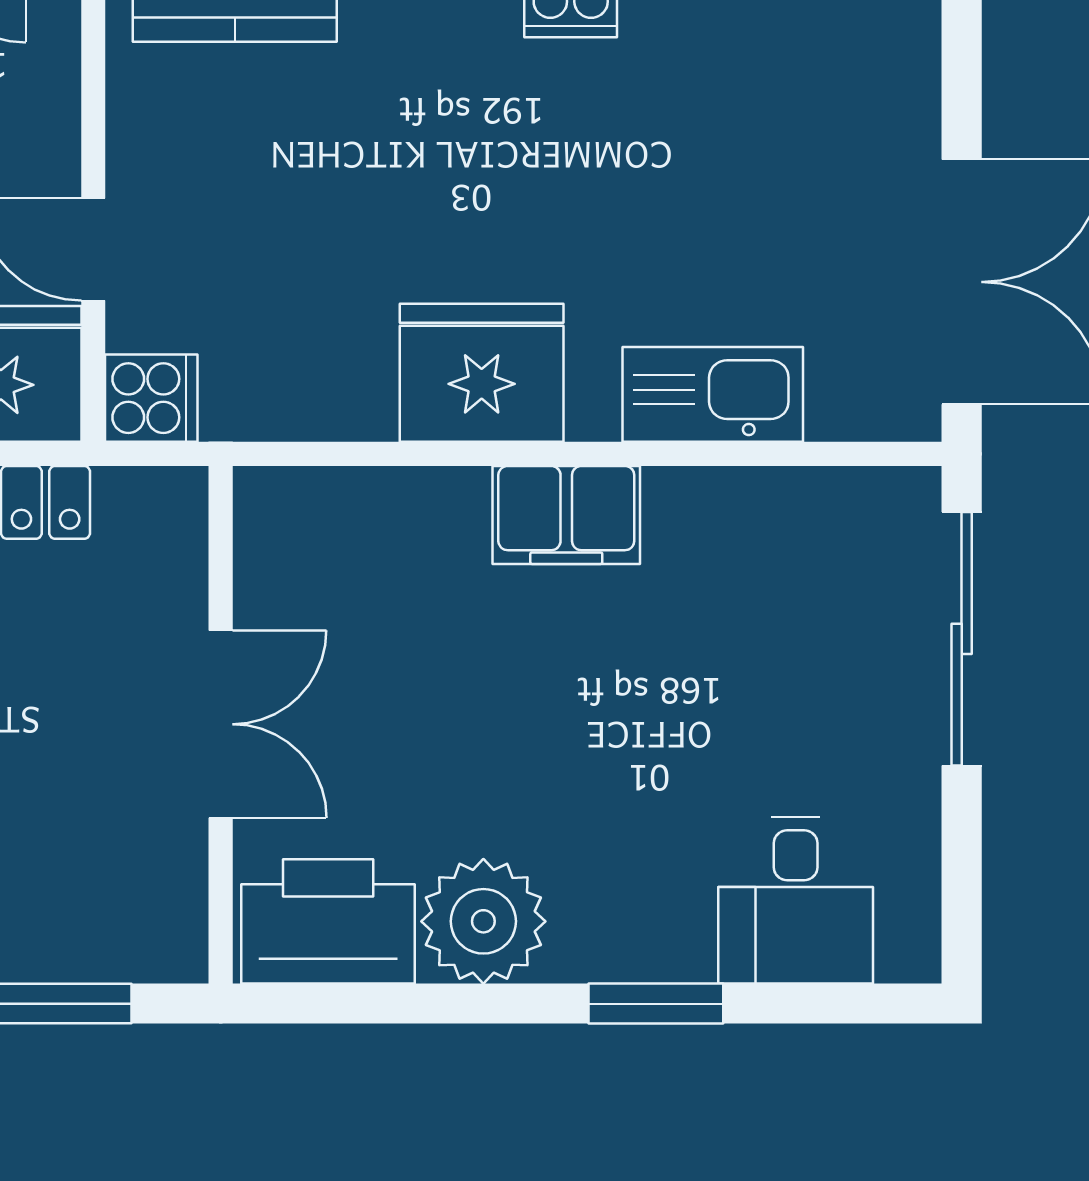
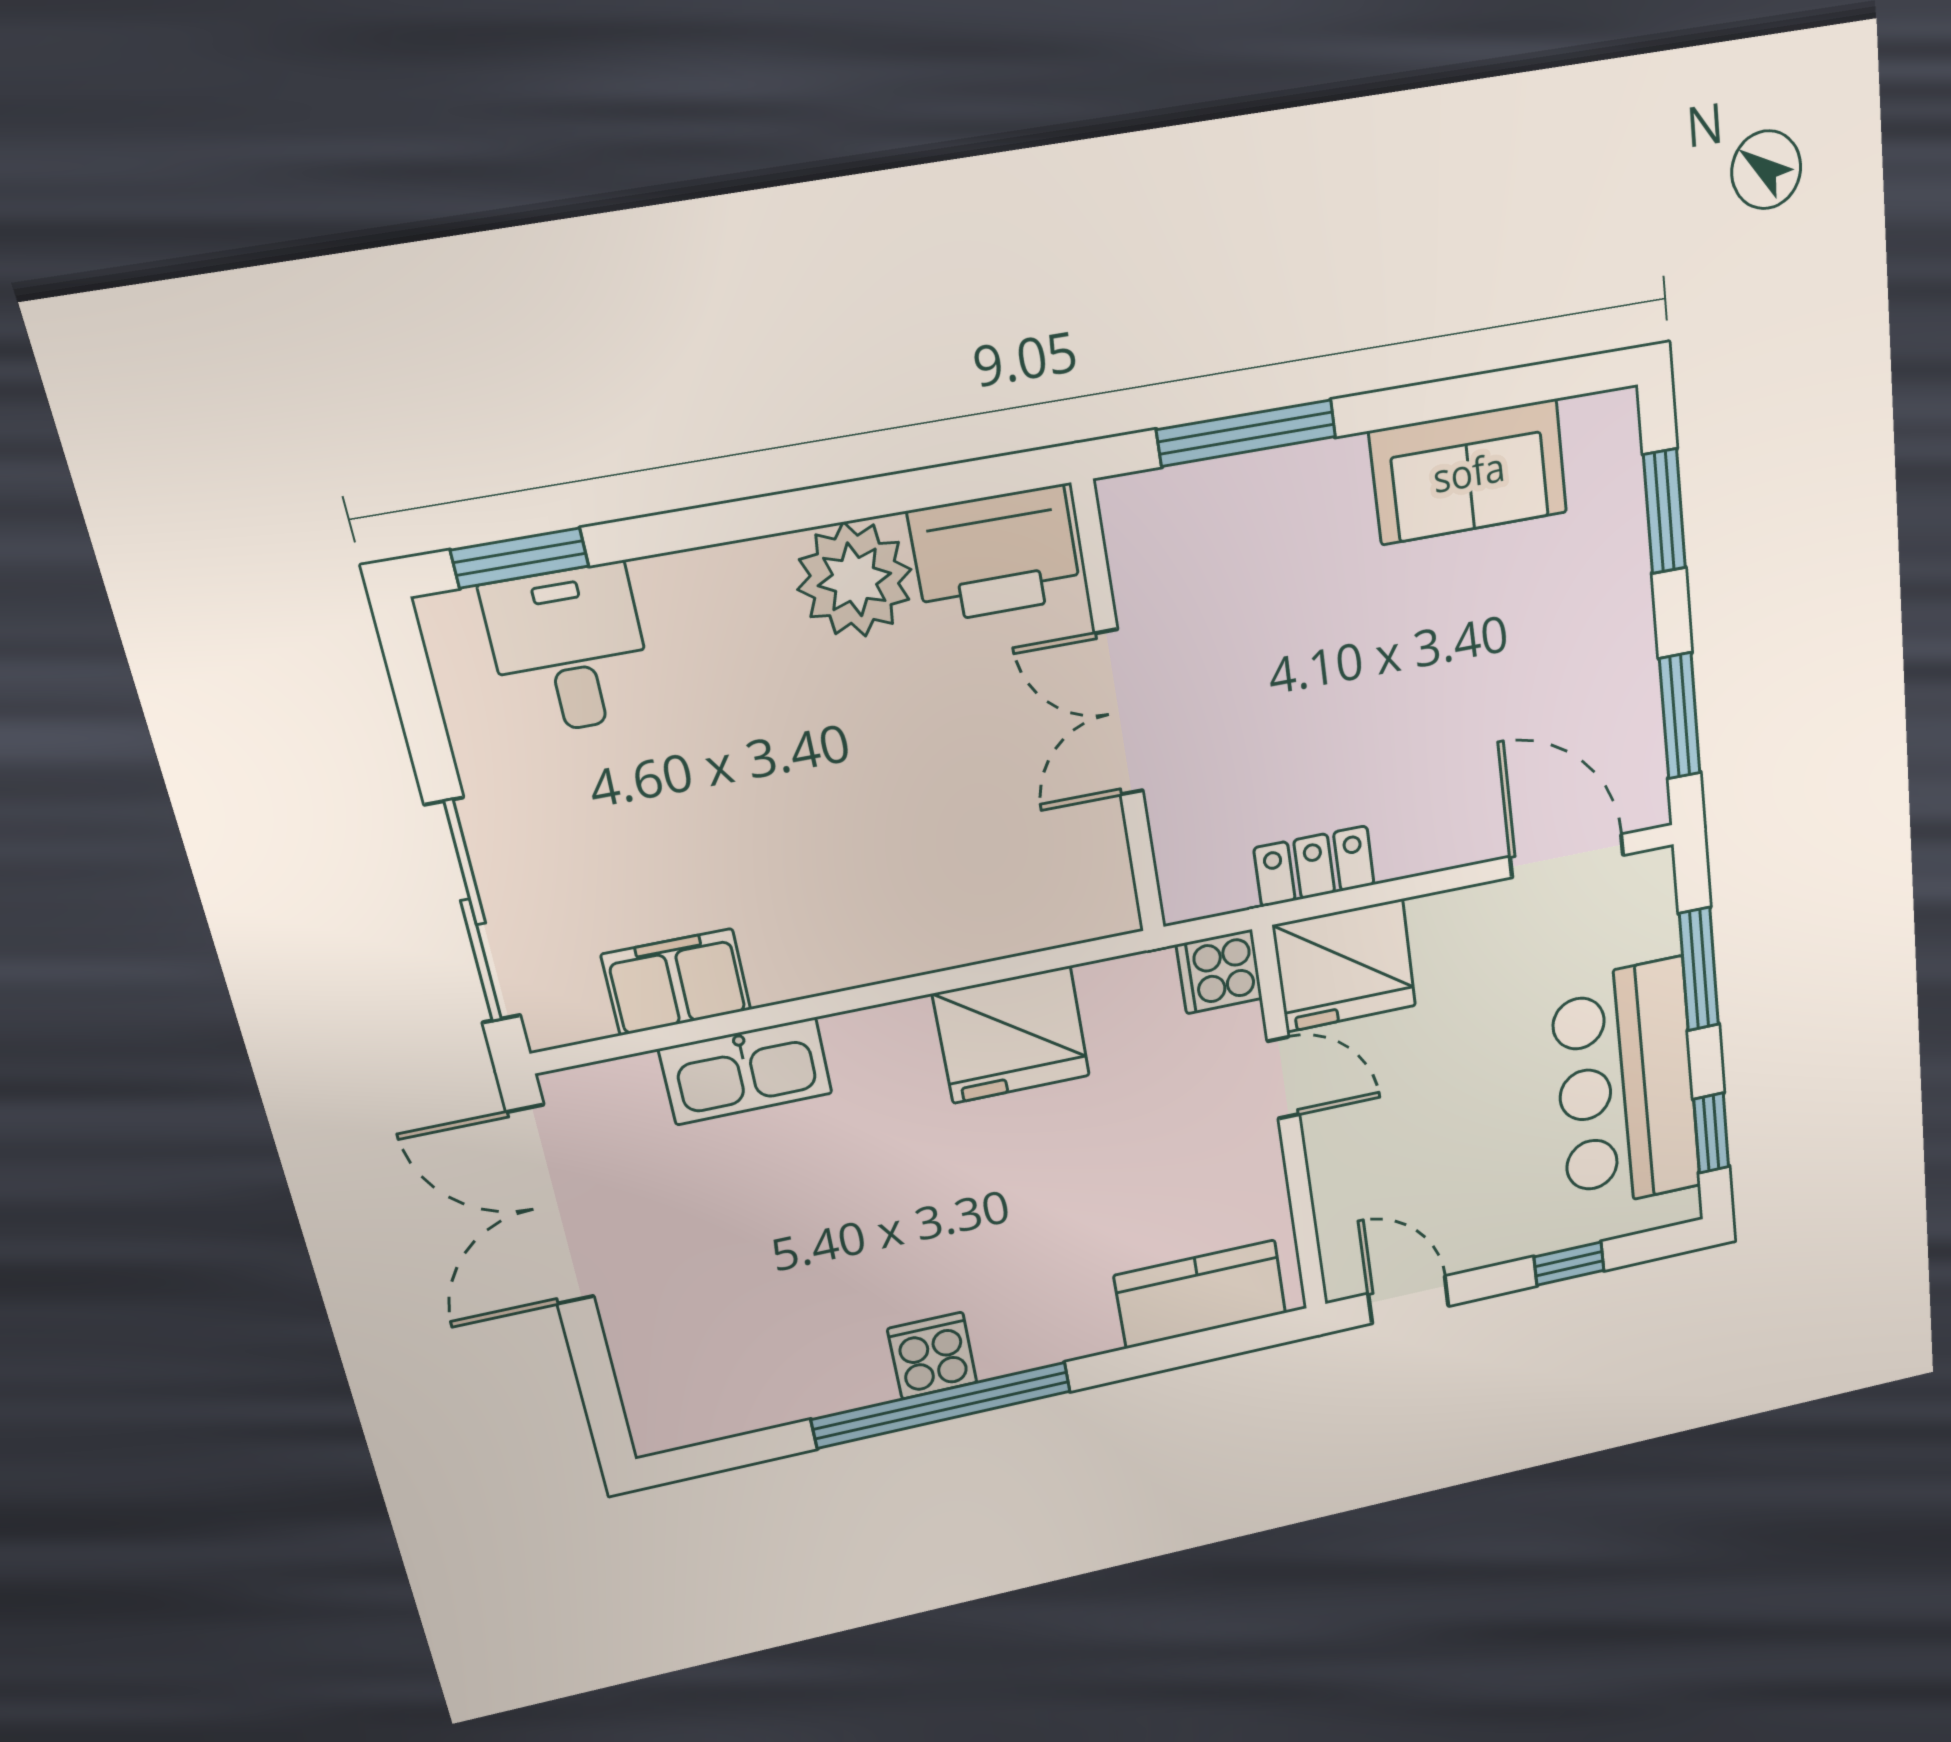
fridge: (482, 373) -> (1011, 1035), moved
filing cabinet: (566, 515) -> (676, 982), moved
window: (656, 1004) -> (520, 558), moved

